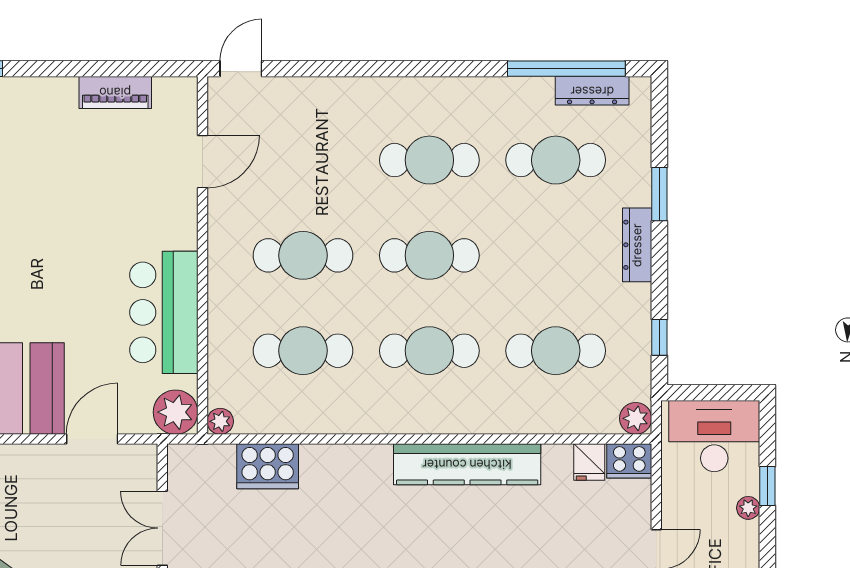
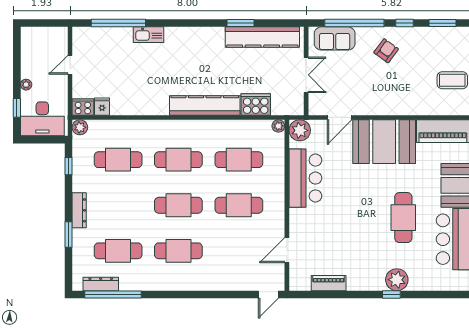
kitchen counter: (467, 464) -> (205, 105), moved
window: (767, 486) -> (17, 108), moved

